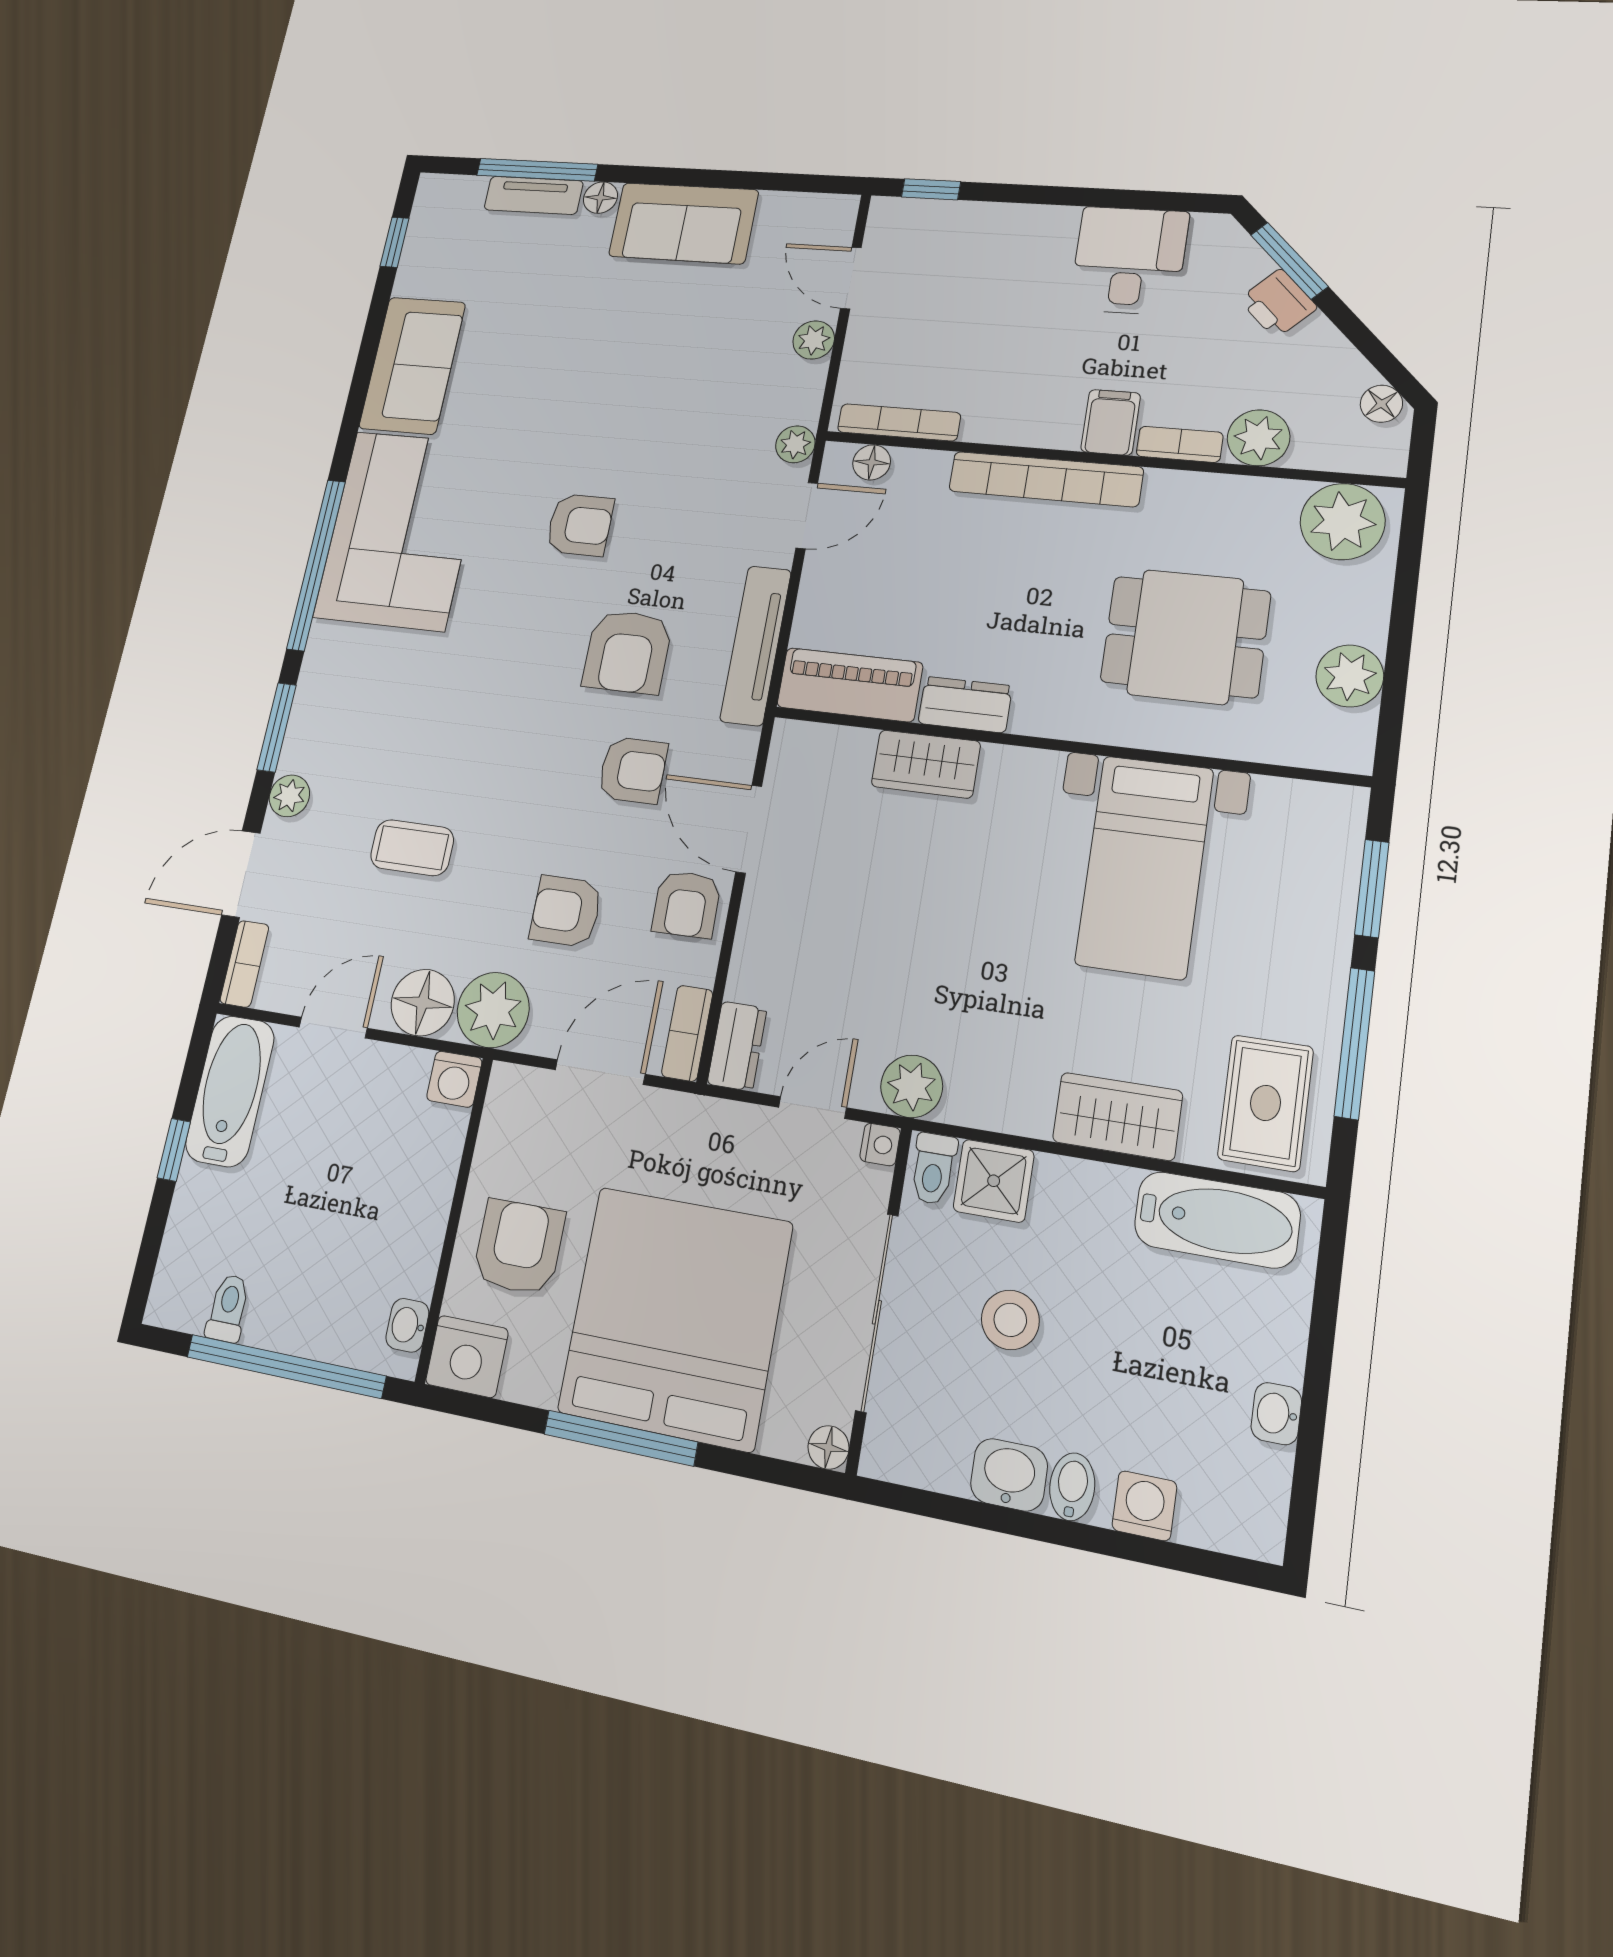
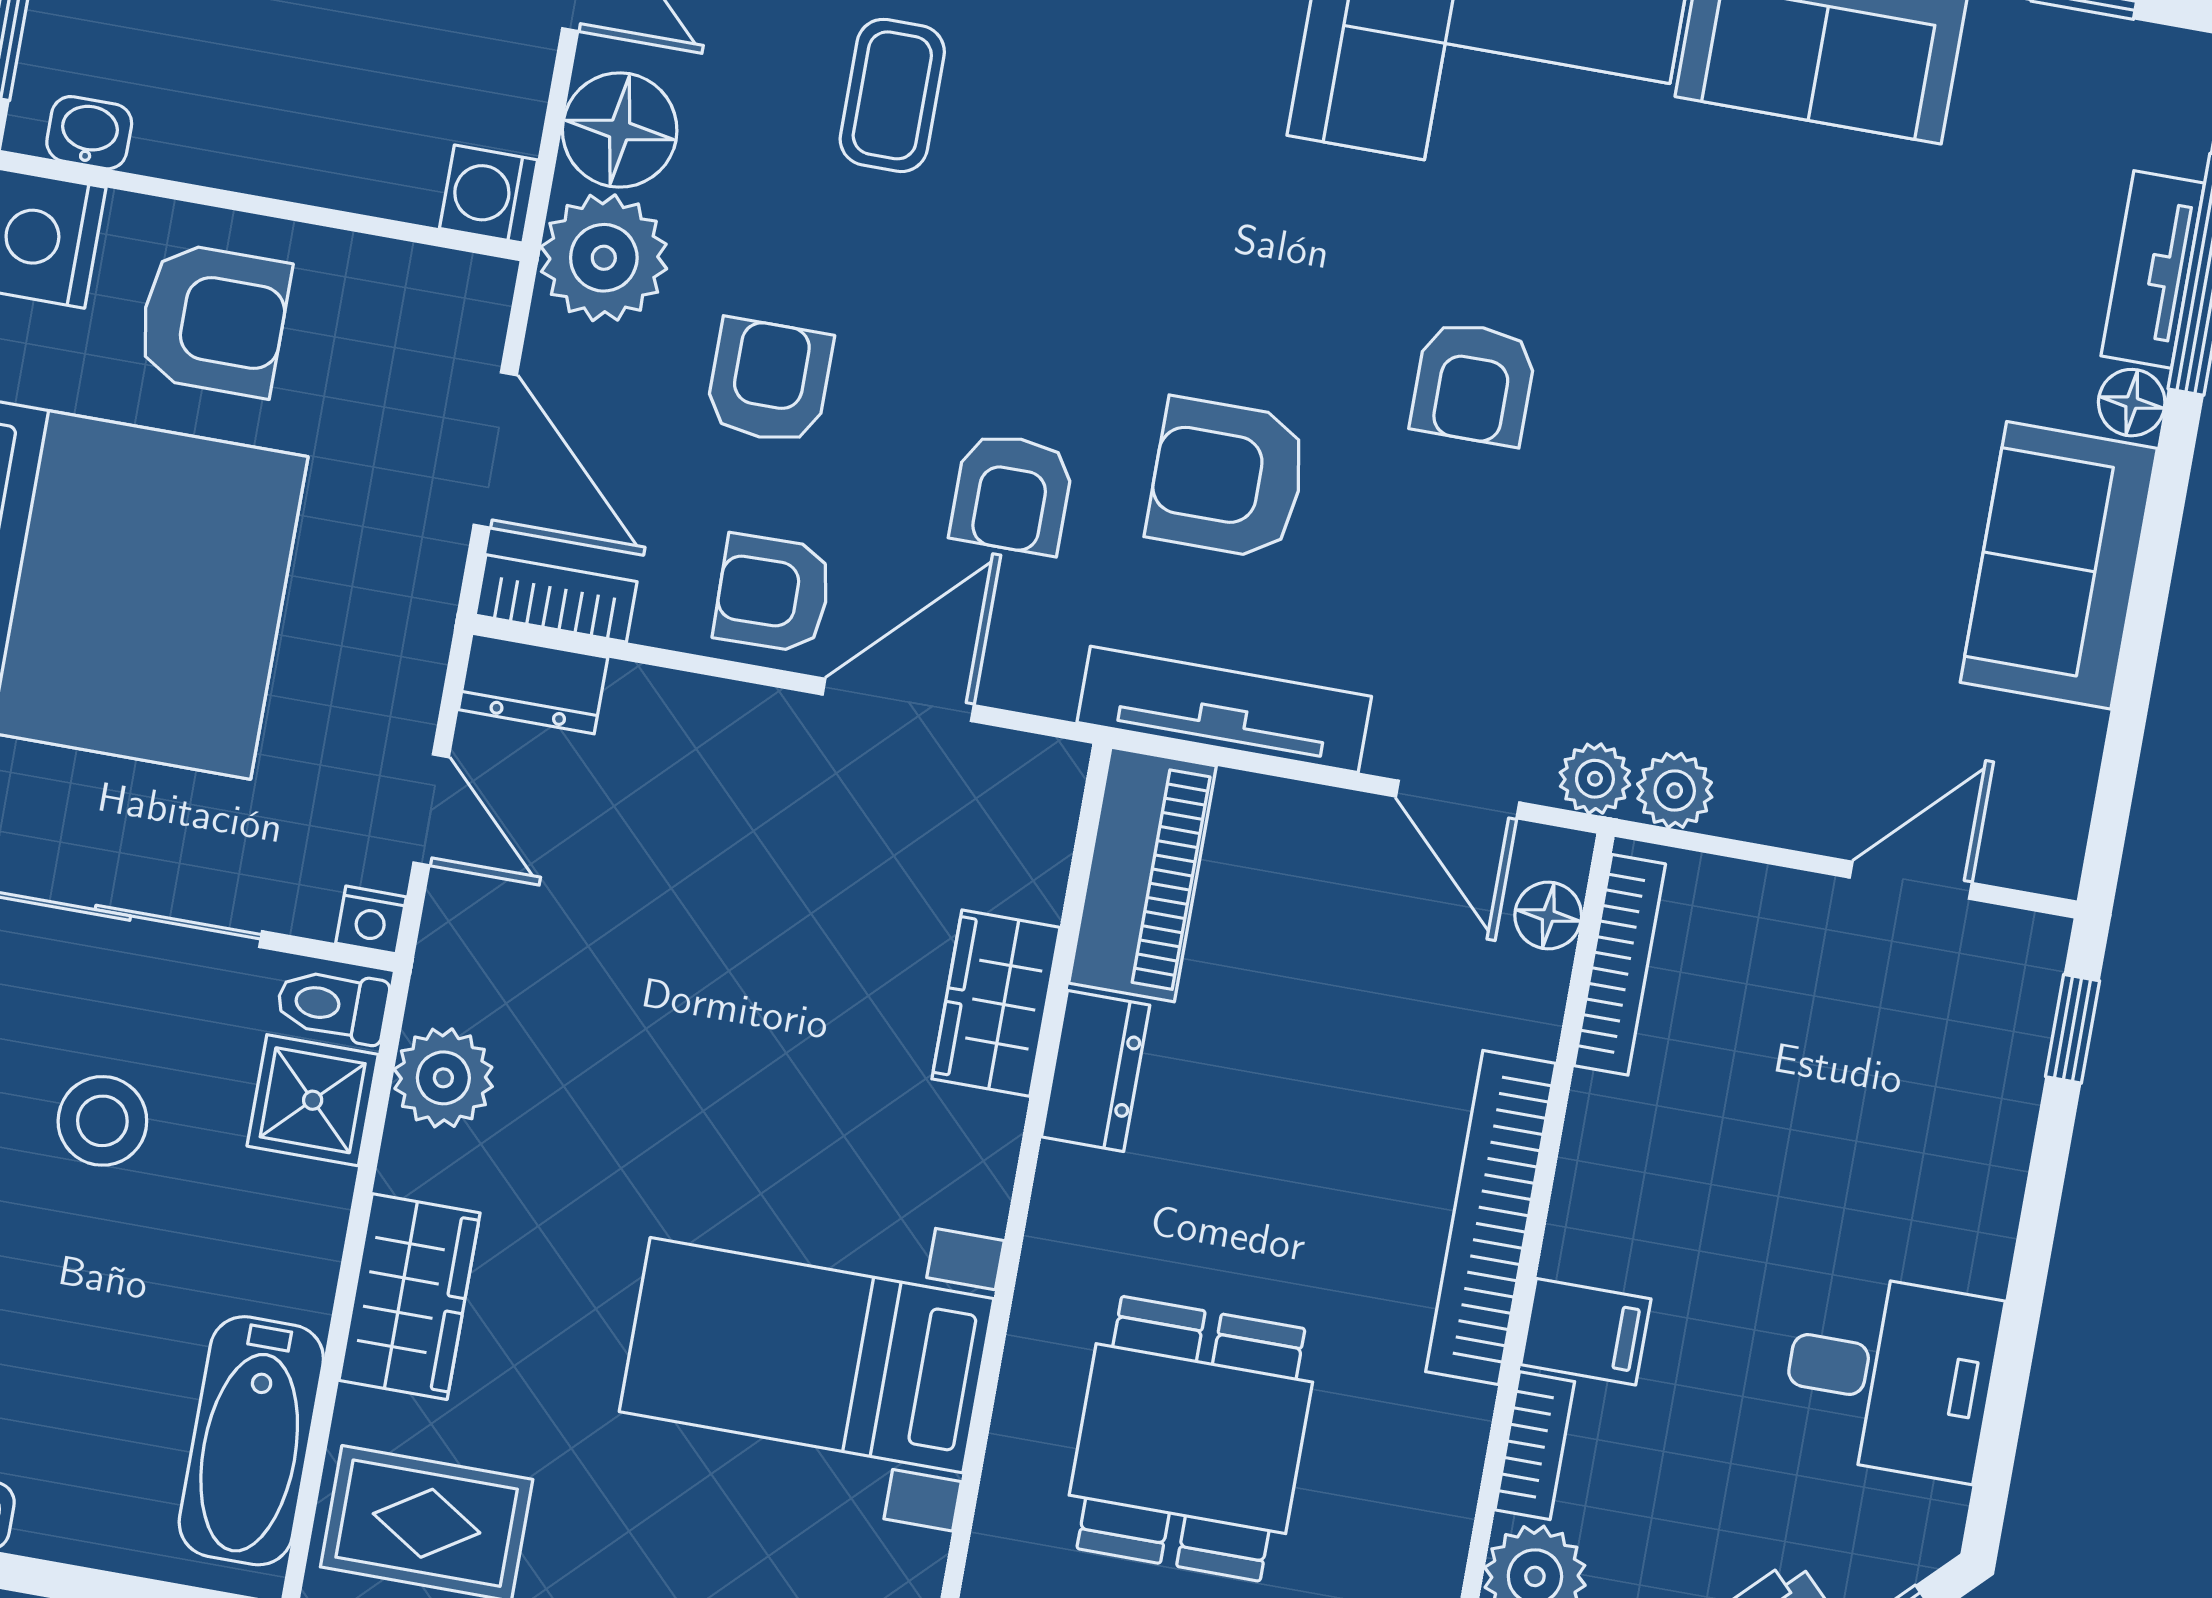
plant: (814, 340) -> (1675, 791), moved
plant: (912, 1086) -> (443, 1078), moved

